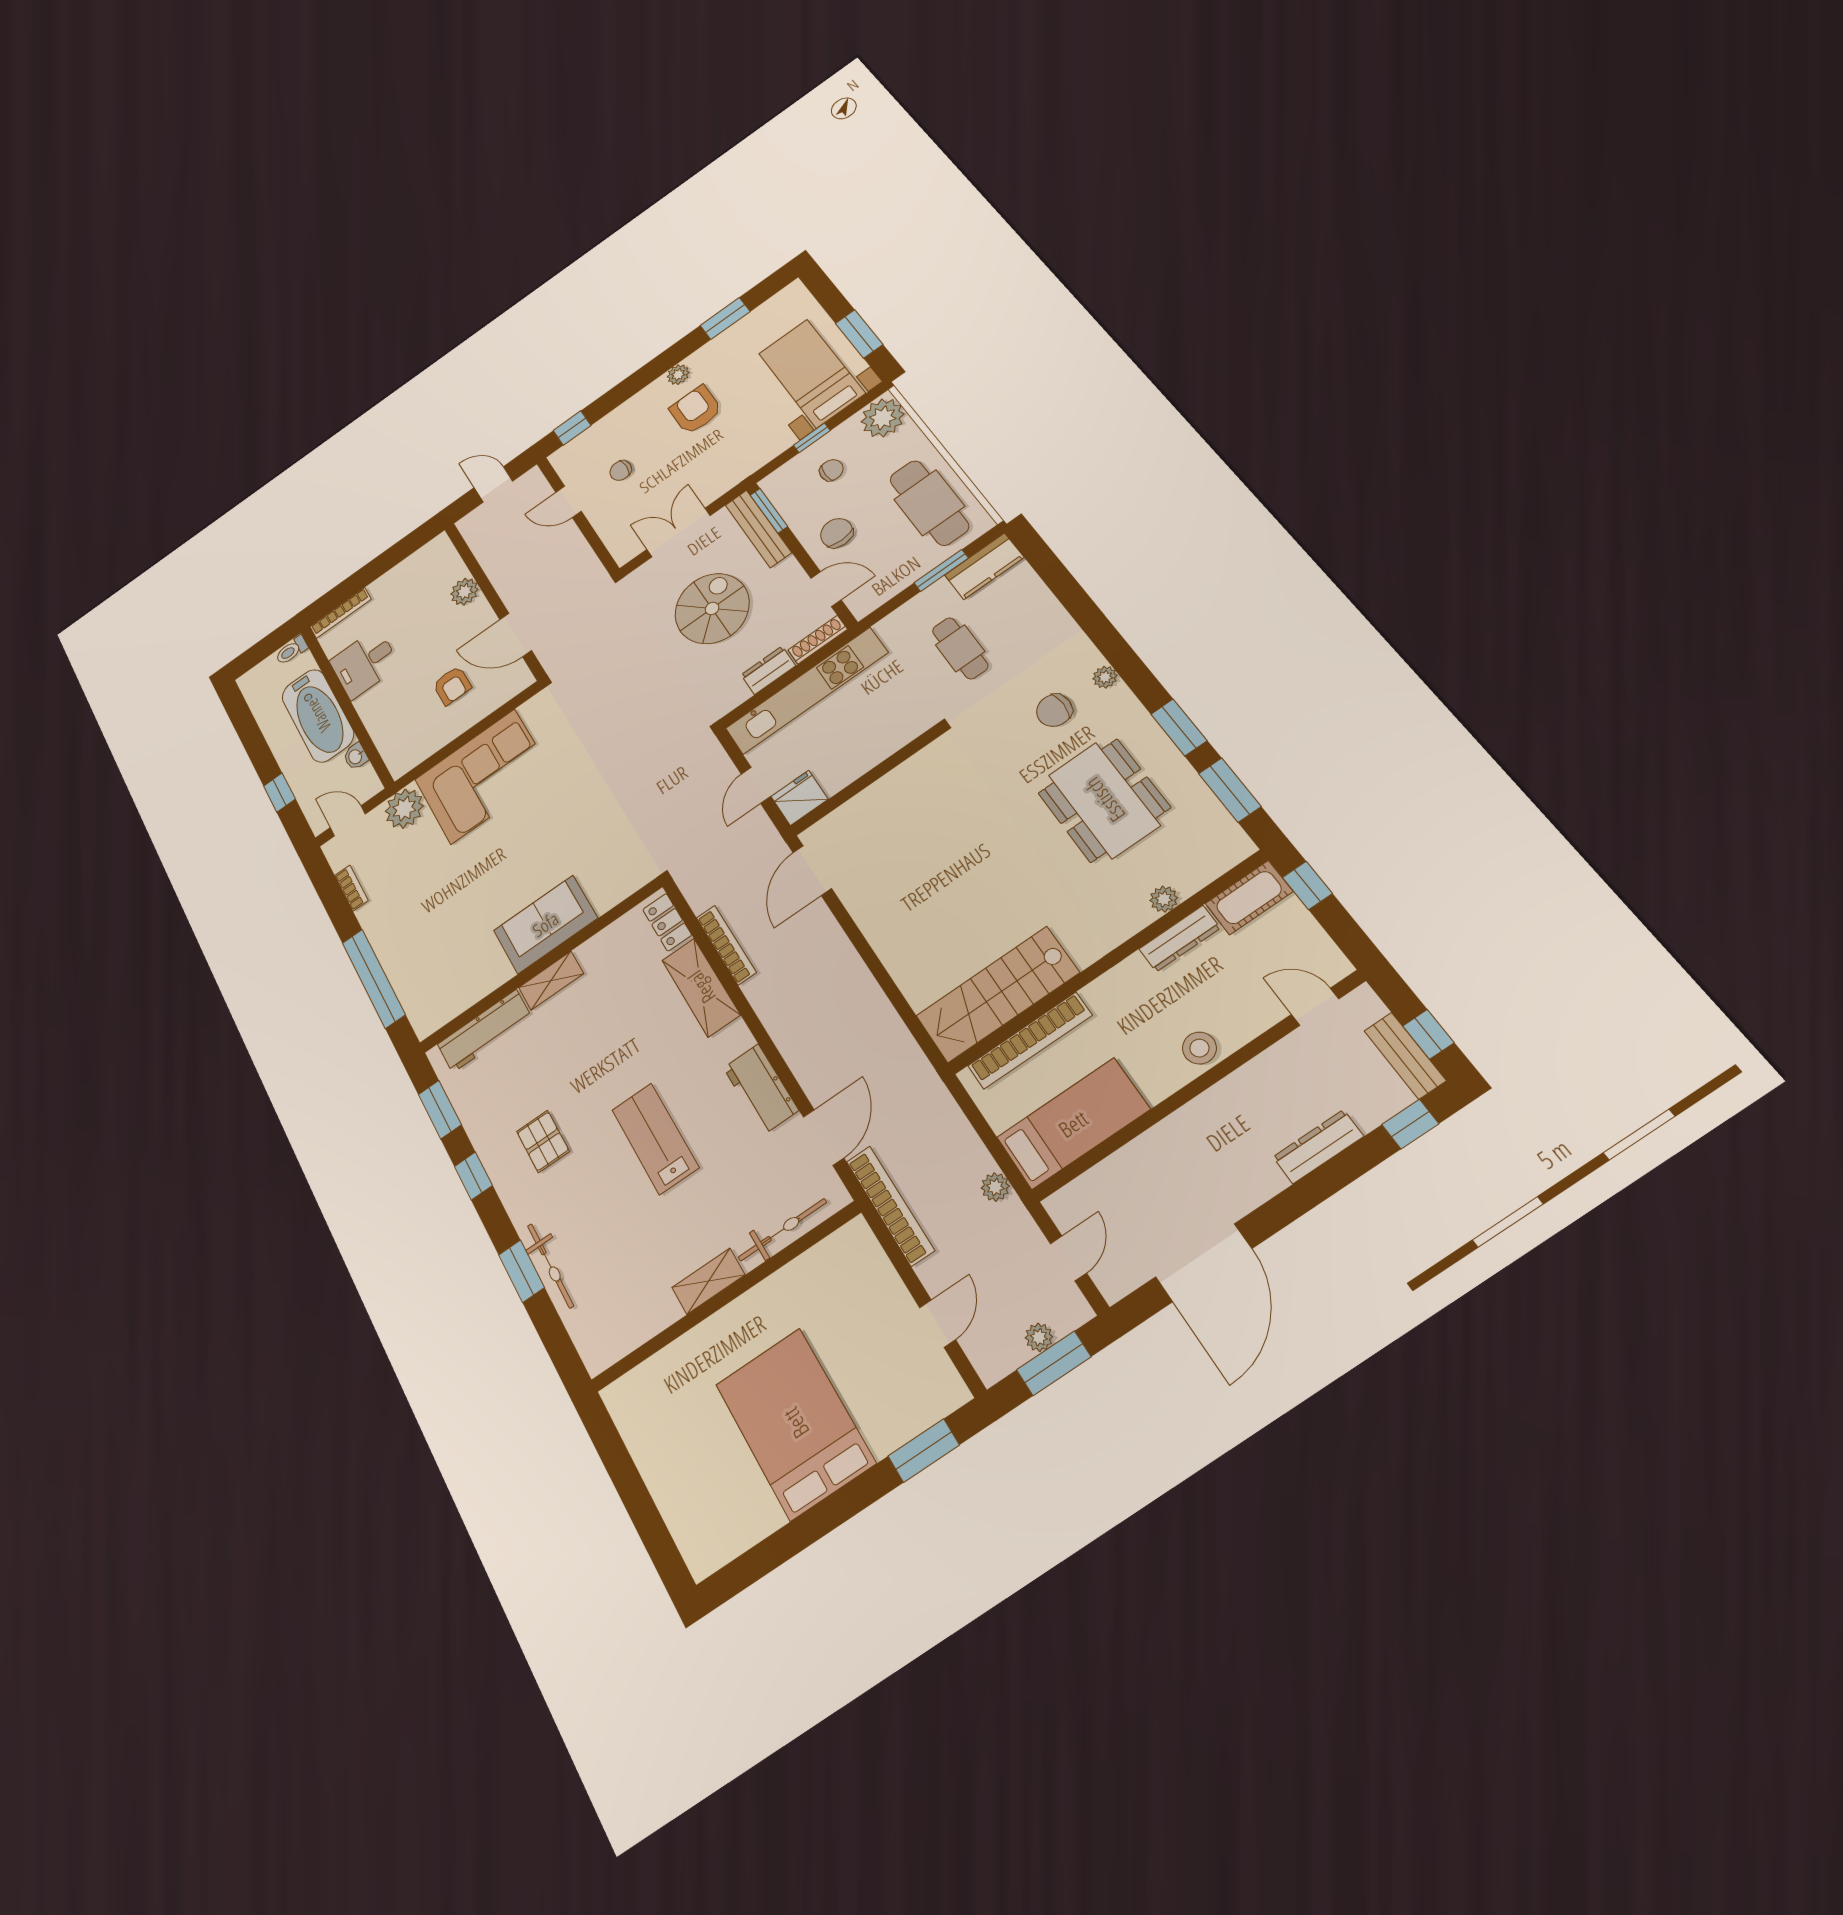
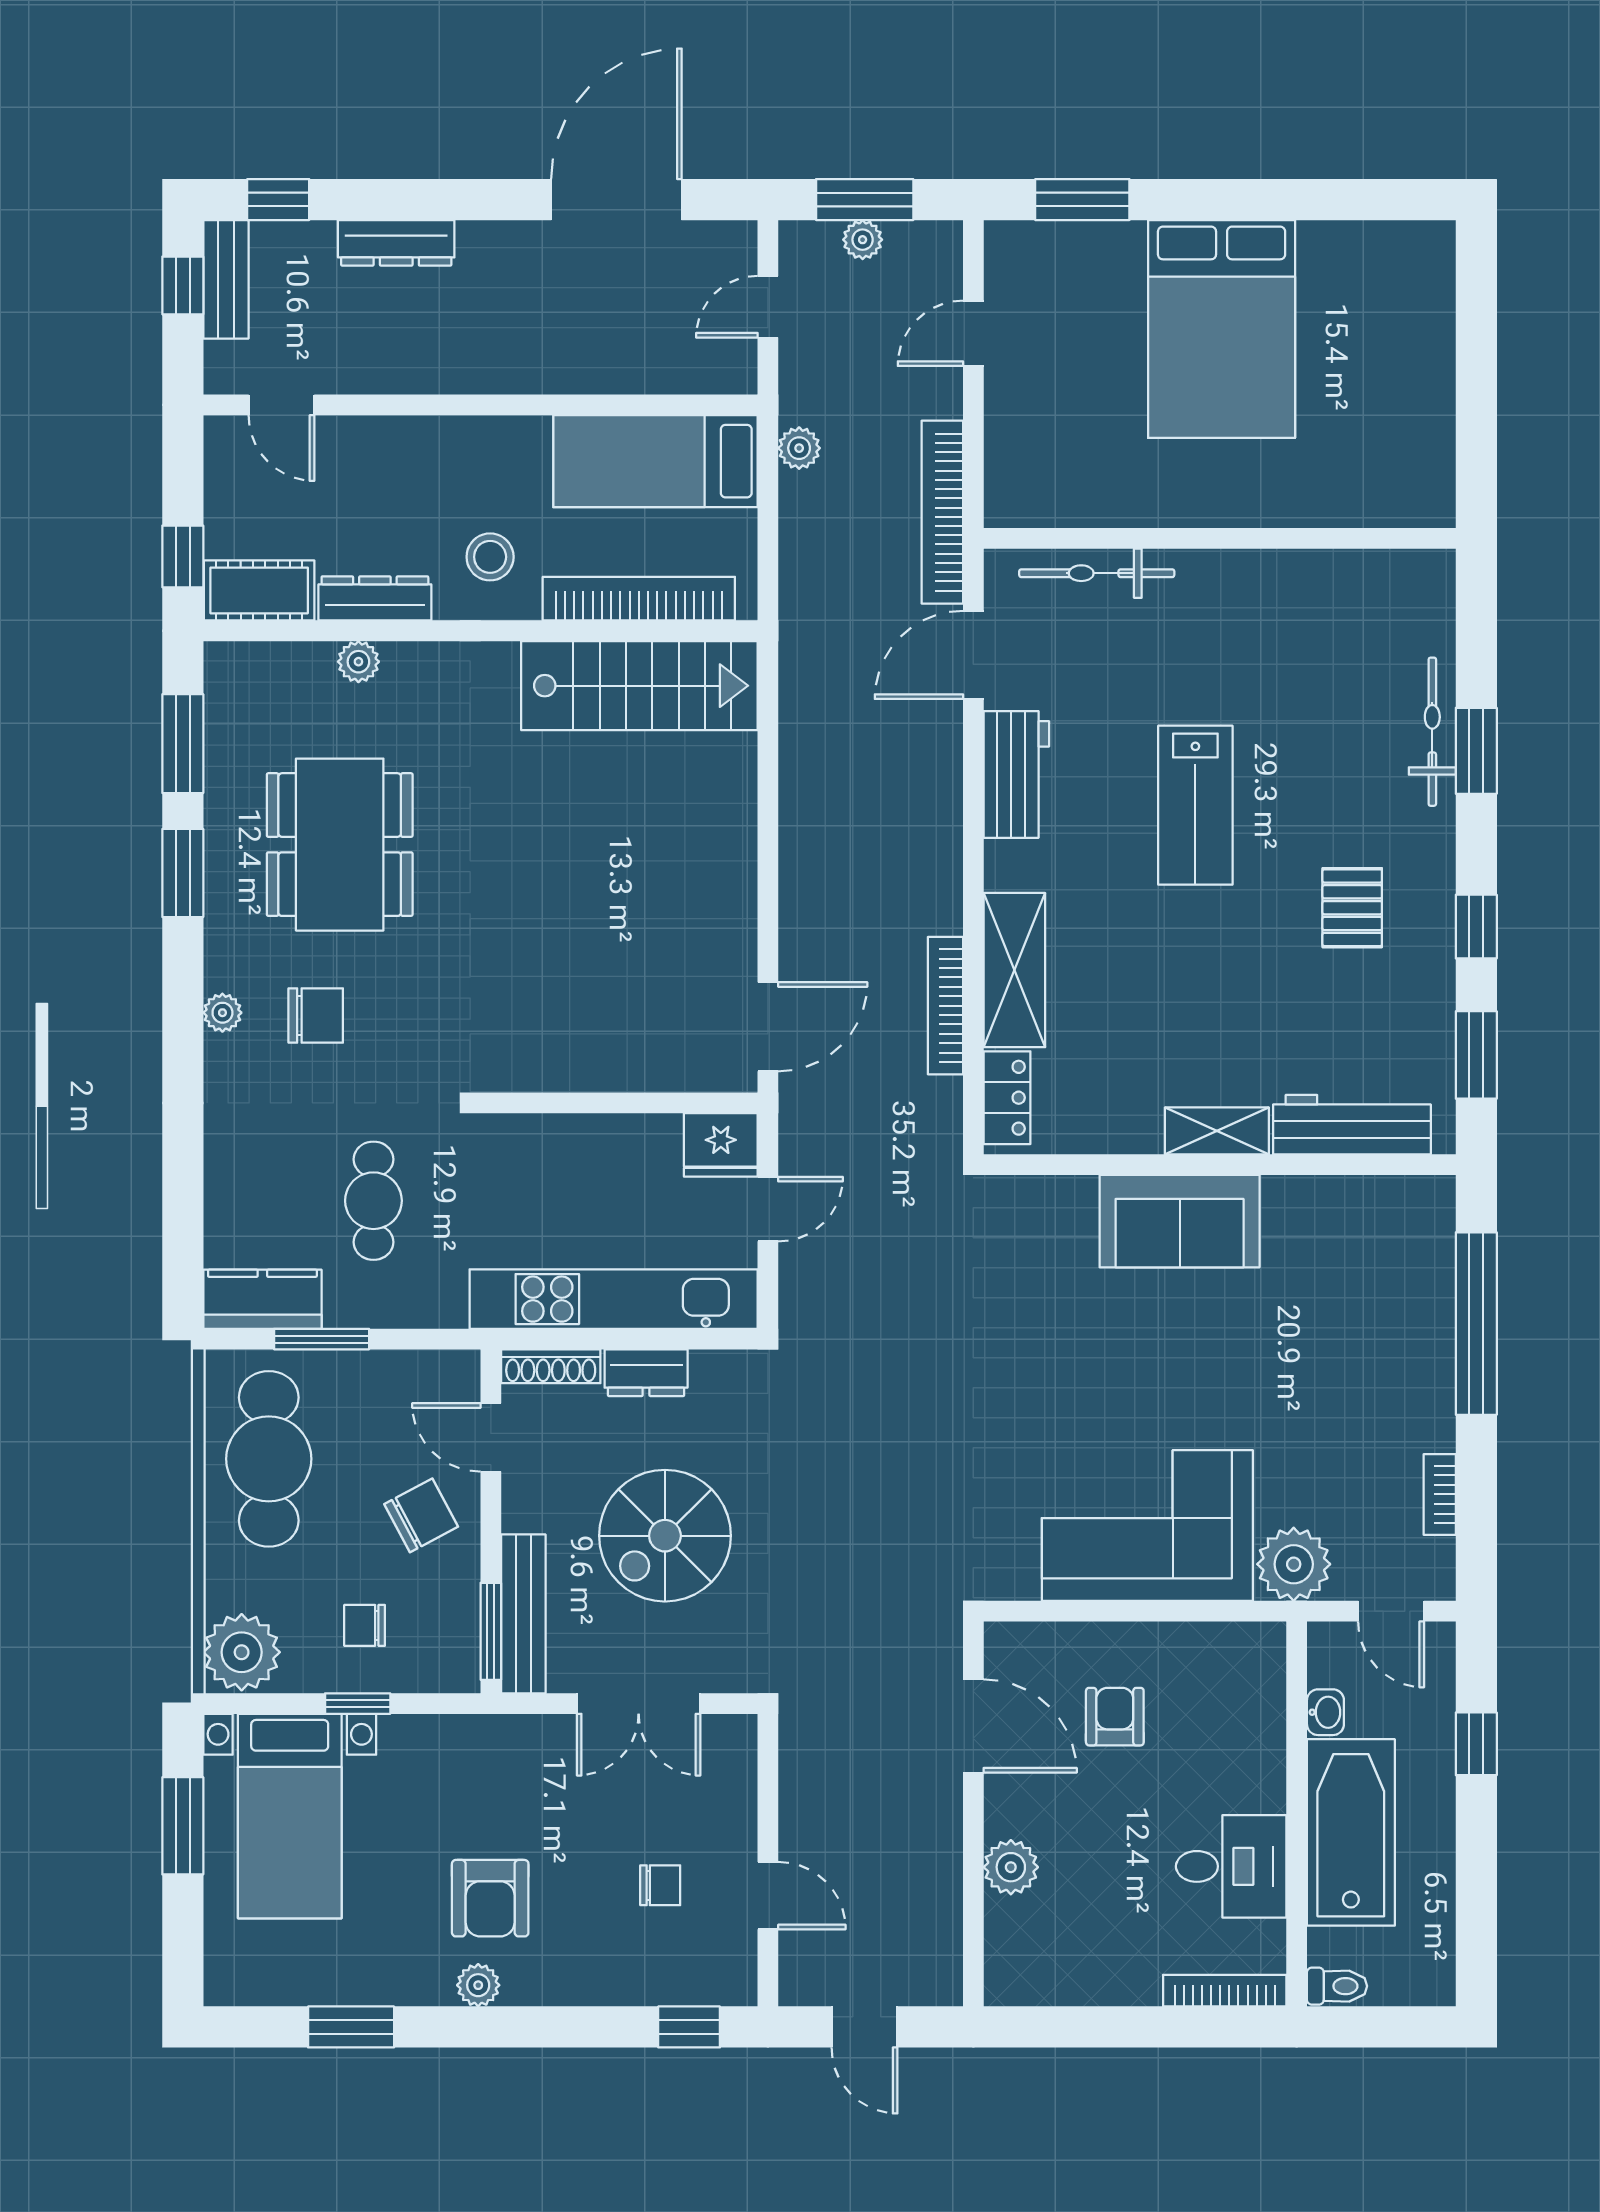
chair: (837, 533) -> (421, 1515), turned -118
stool: (1199, 1048) -> (490, 557), moved
shelving: (708, 1281) -> (1231, 572), removed

